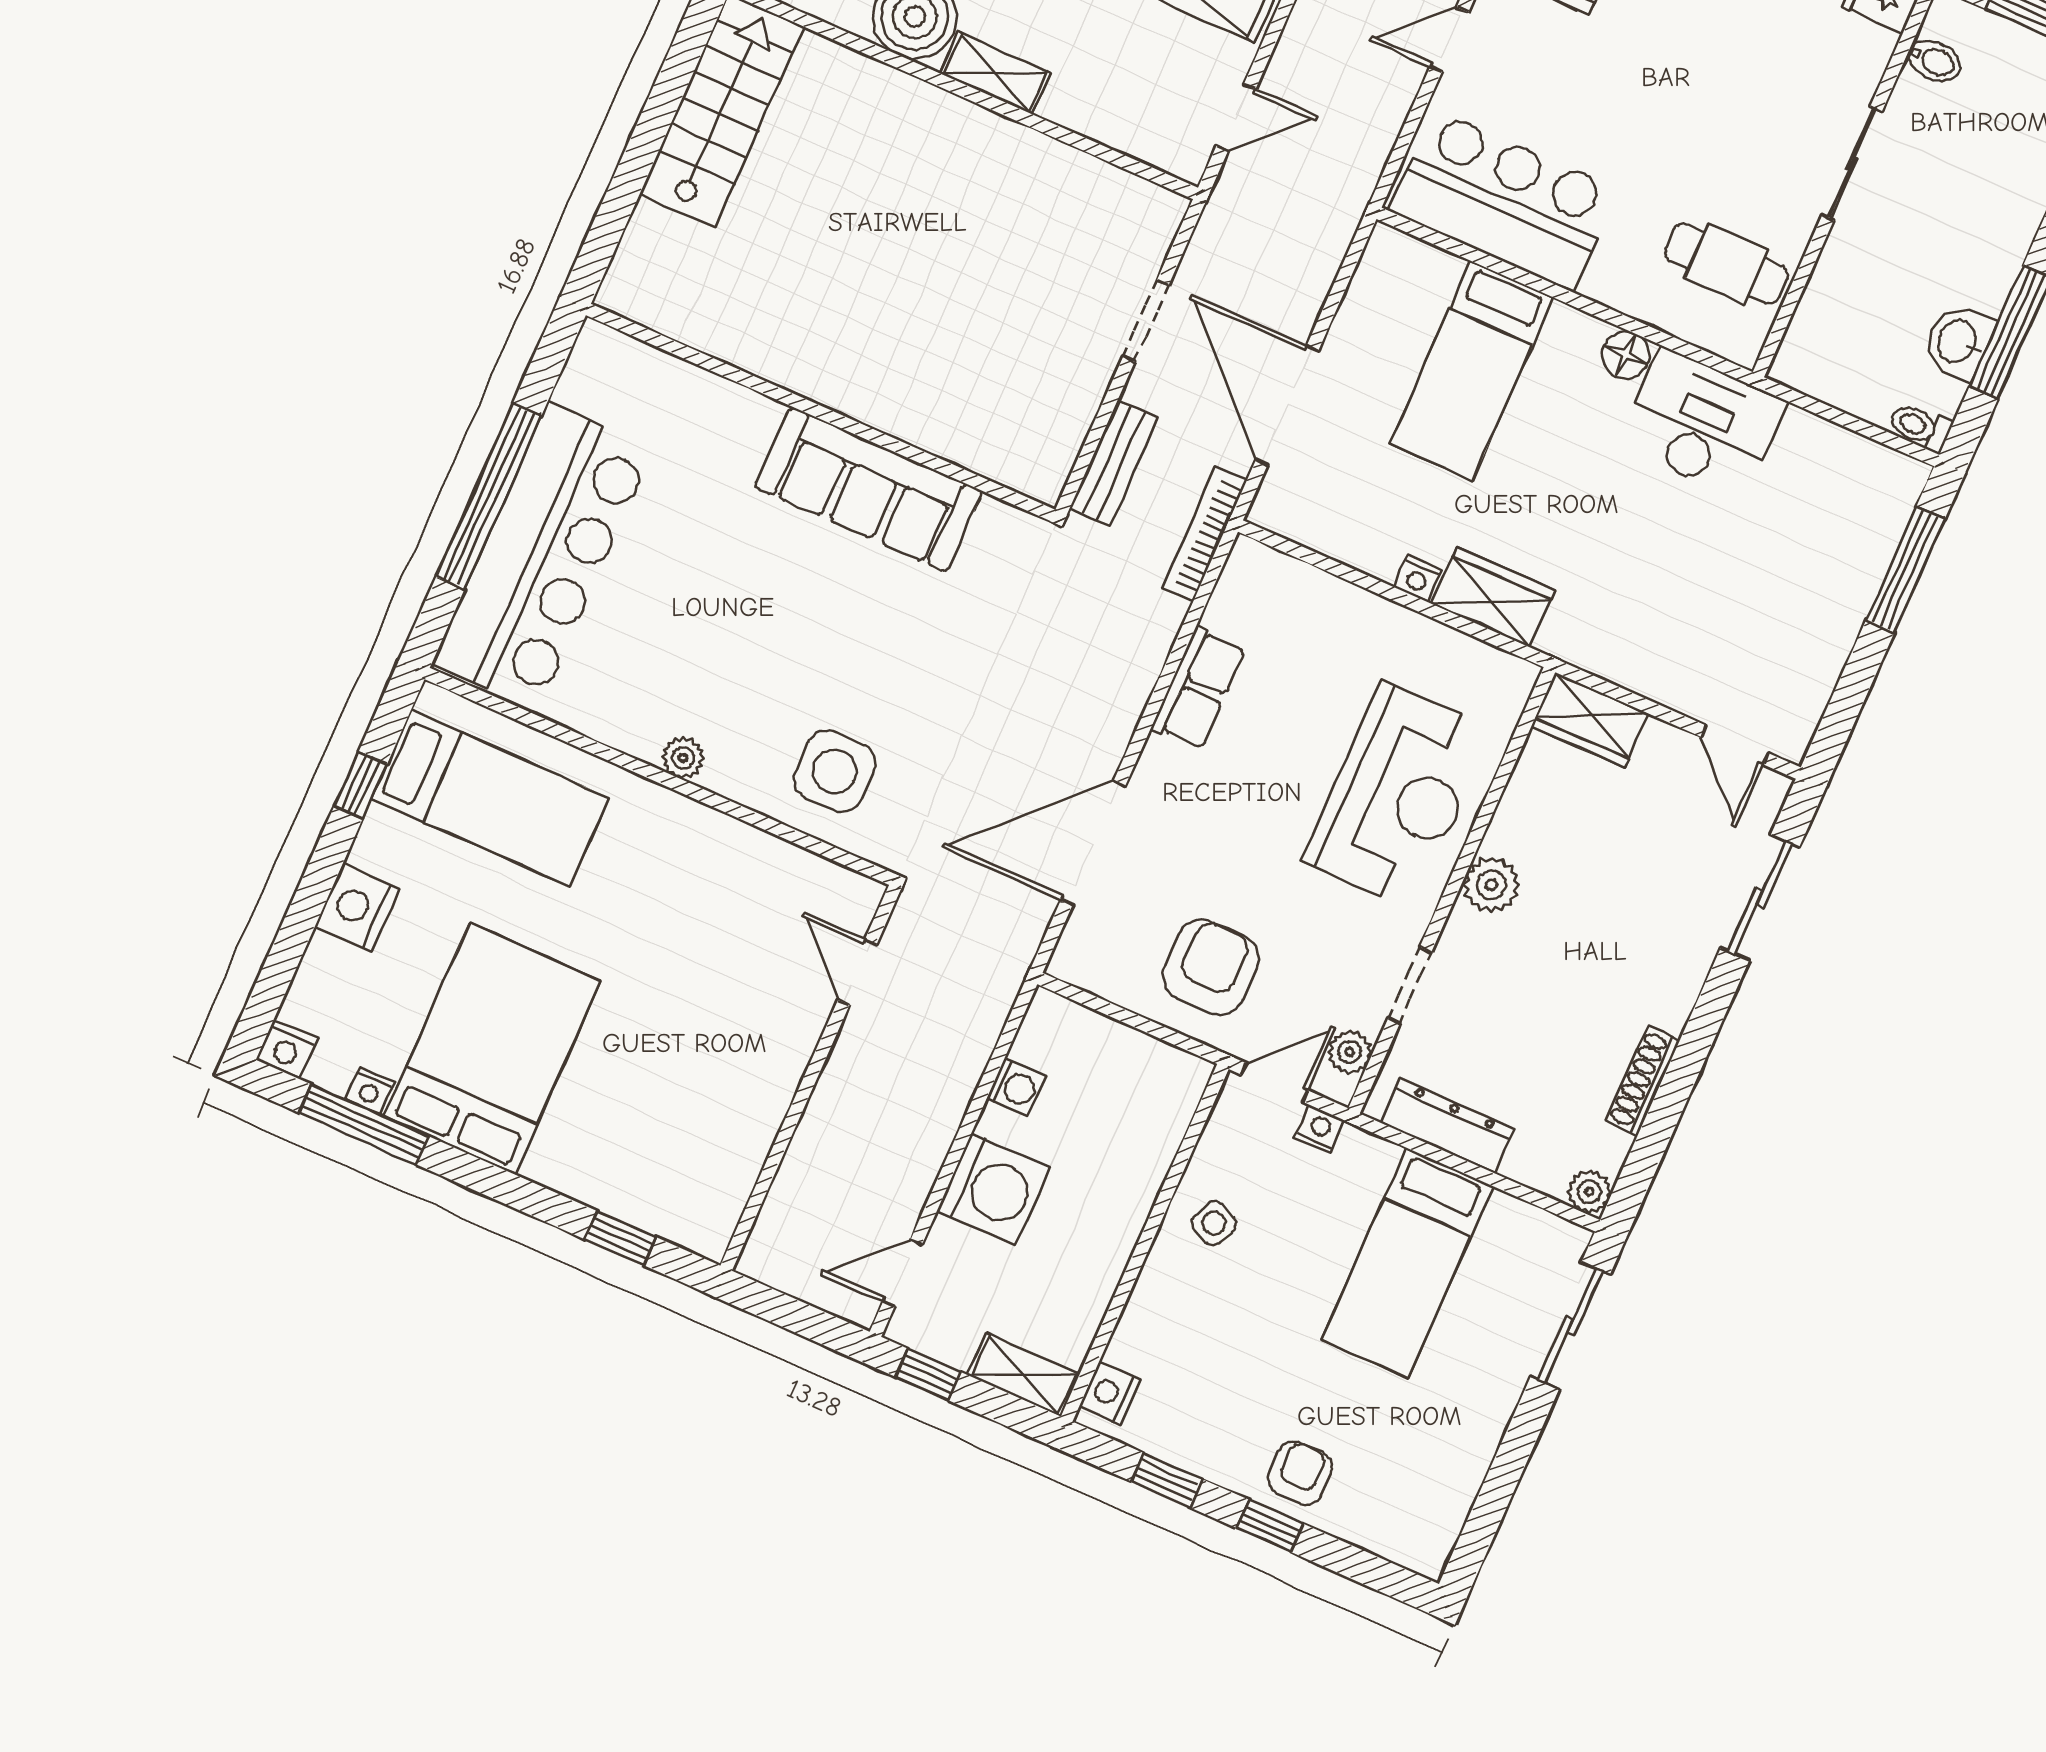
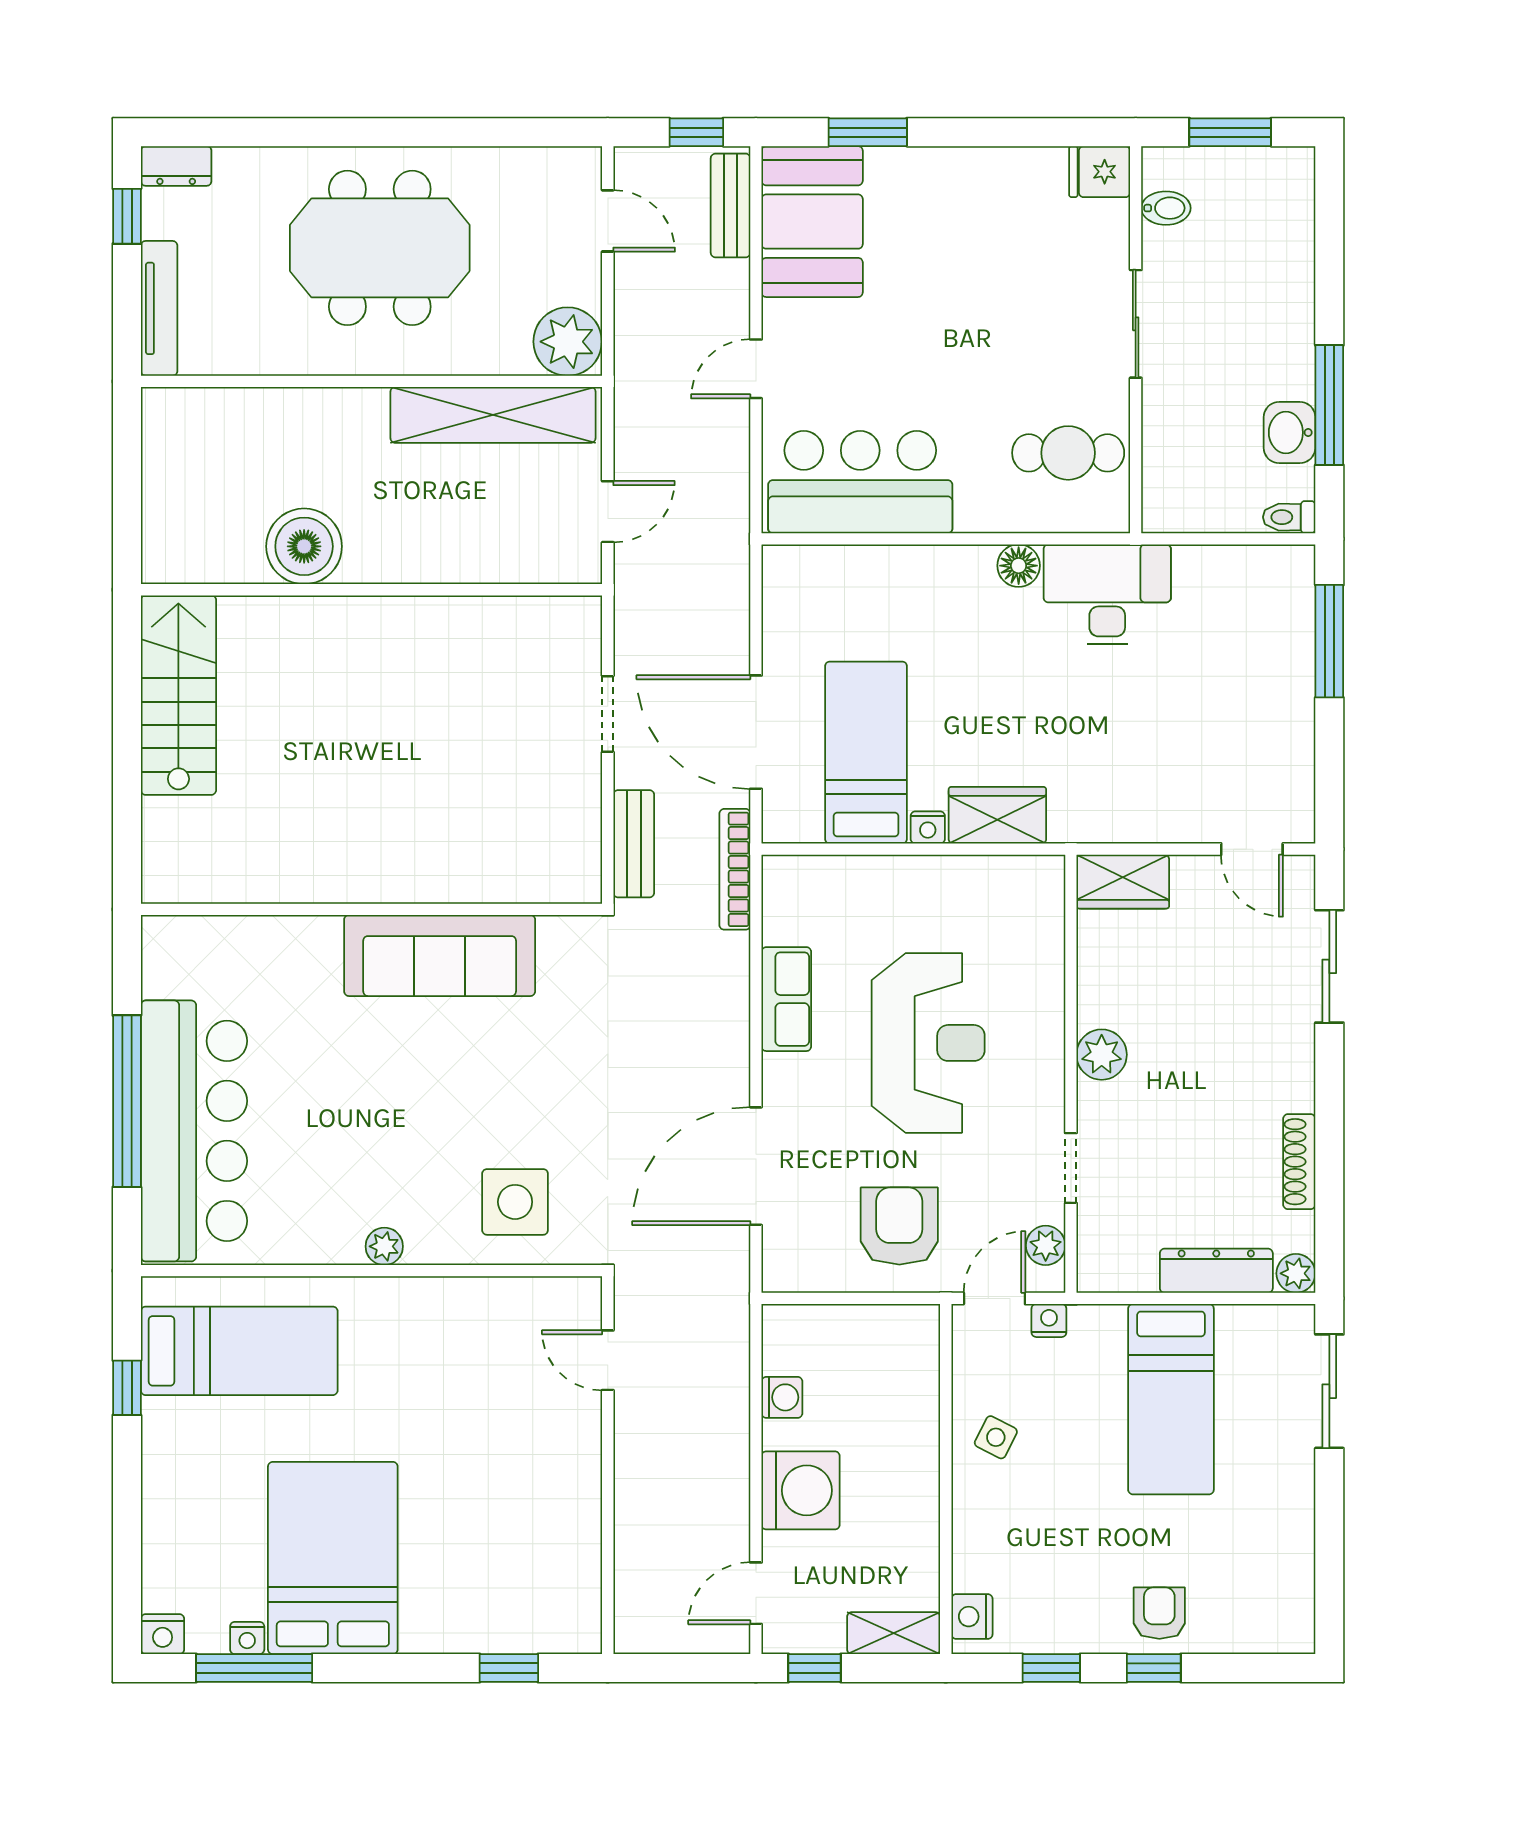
shelving: (995, 73) -> (391, 564), removed
bed: (1472, 371) -> (866, 753), moved, turned 180
reception desk: (1398, 795) -> (928, 1043), moved
nightstand: (357, 908) -> (169, 1490), removed
dresser: (1447, 1126) -> (1216, 1271), moved

